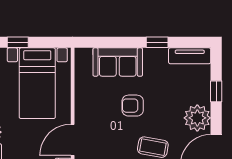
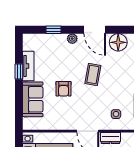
tv unit: (190, 56) -> (28, 66), moved
plant: (197, 118) -> (72, 39), width x0.53, depth x0.53

